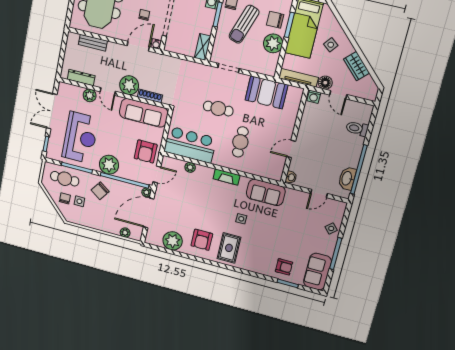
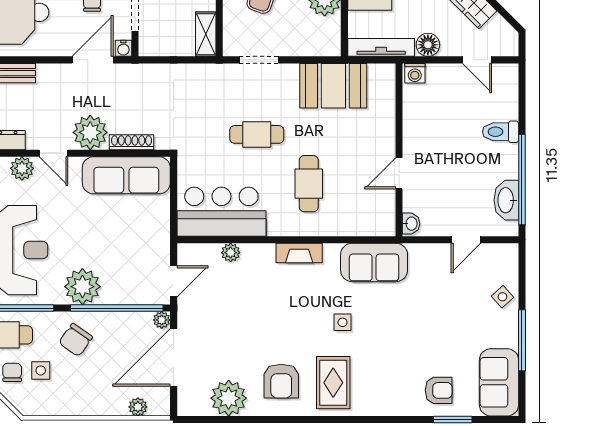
door: (338, 95) -> (477, 60), moved
toilet: (357, 129) -> (501, 132), moved
armchair: (146, 151) -> (145, 244), removed

